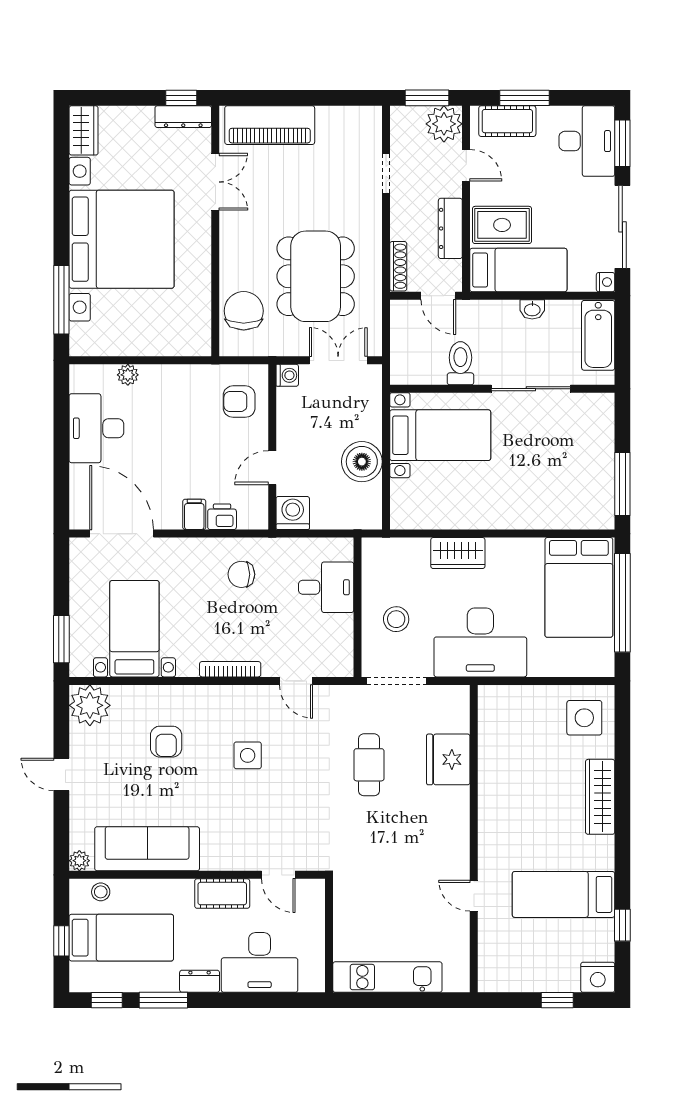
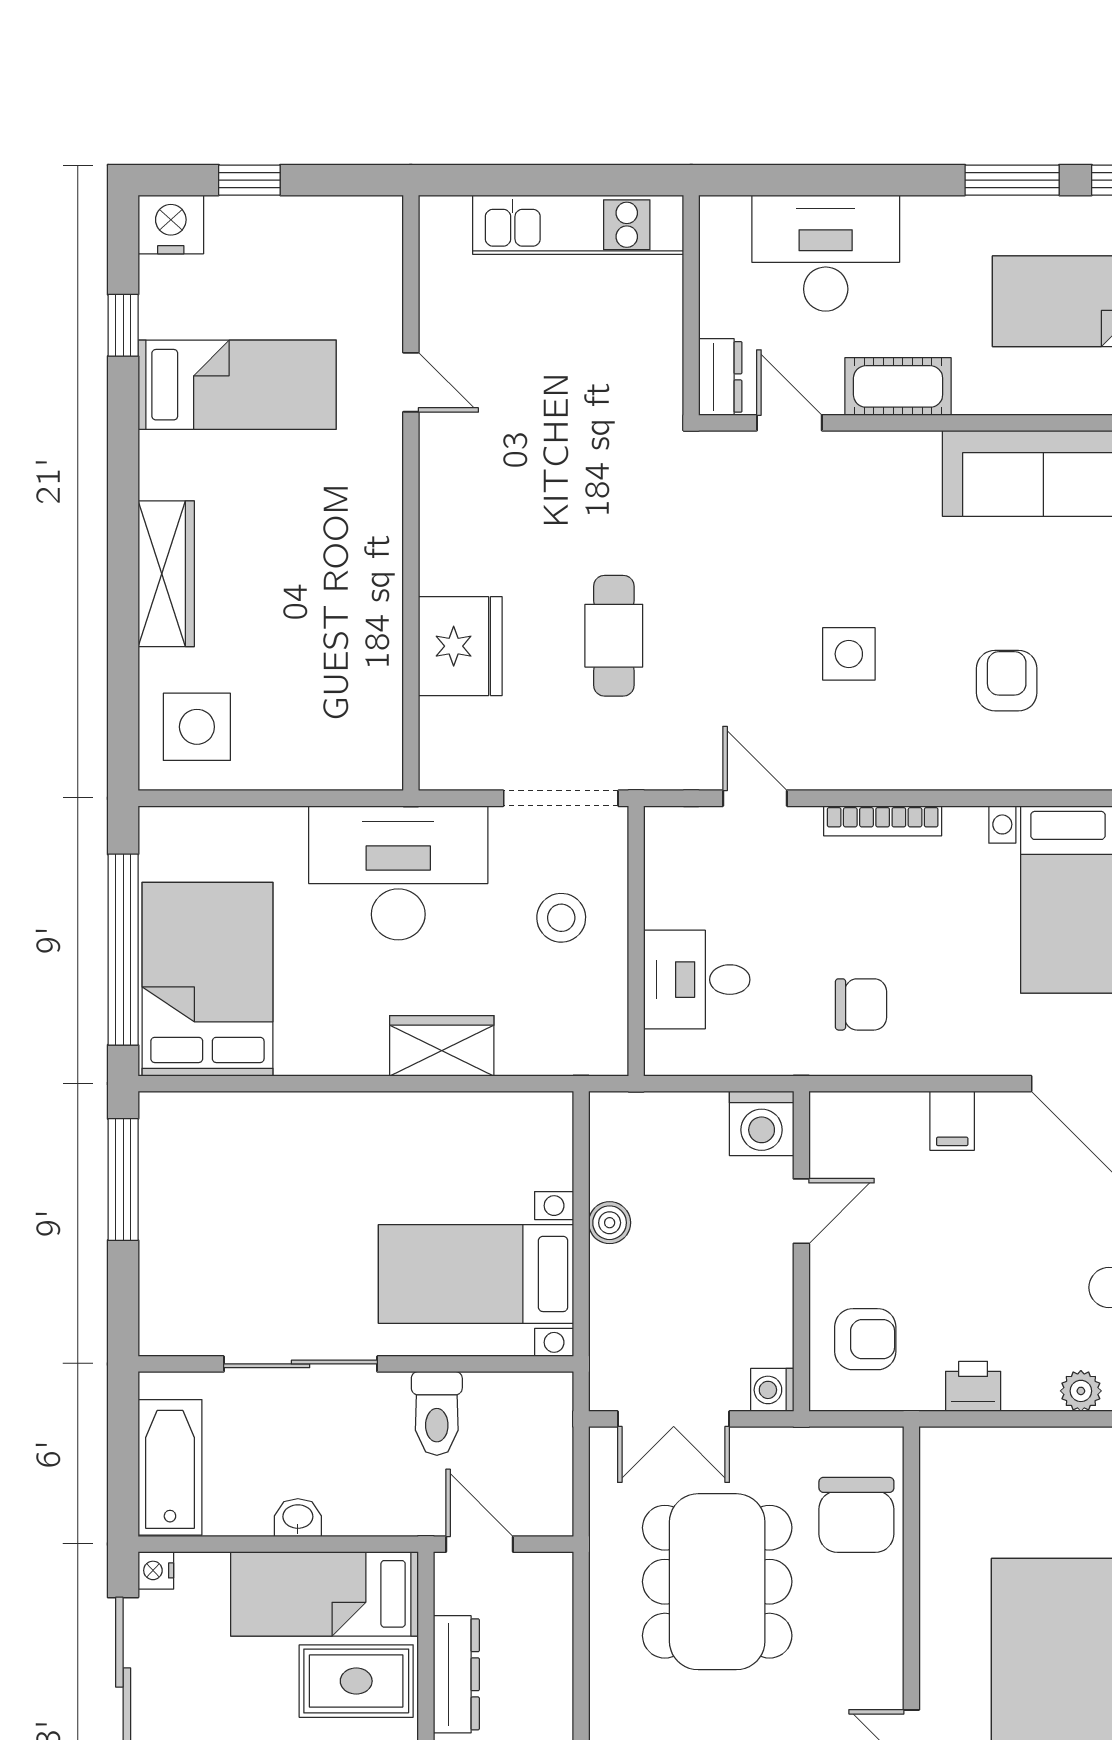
shoe rack: (398, 266) -> (557, 1601), removed
boiler: (362, 462) -> (610, 1223), width x0.54, depth x0.54
printer: (222, 517) -> (973, 1386), moved, turned 180
dresser: (200, 981) -> (720, 377), moved, turned -90

